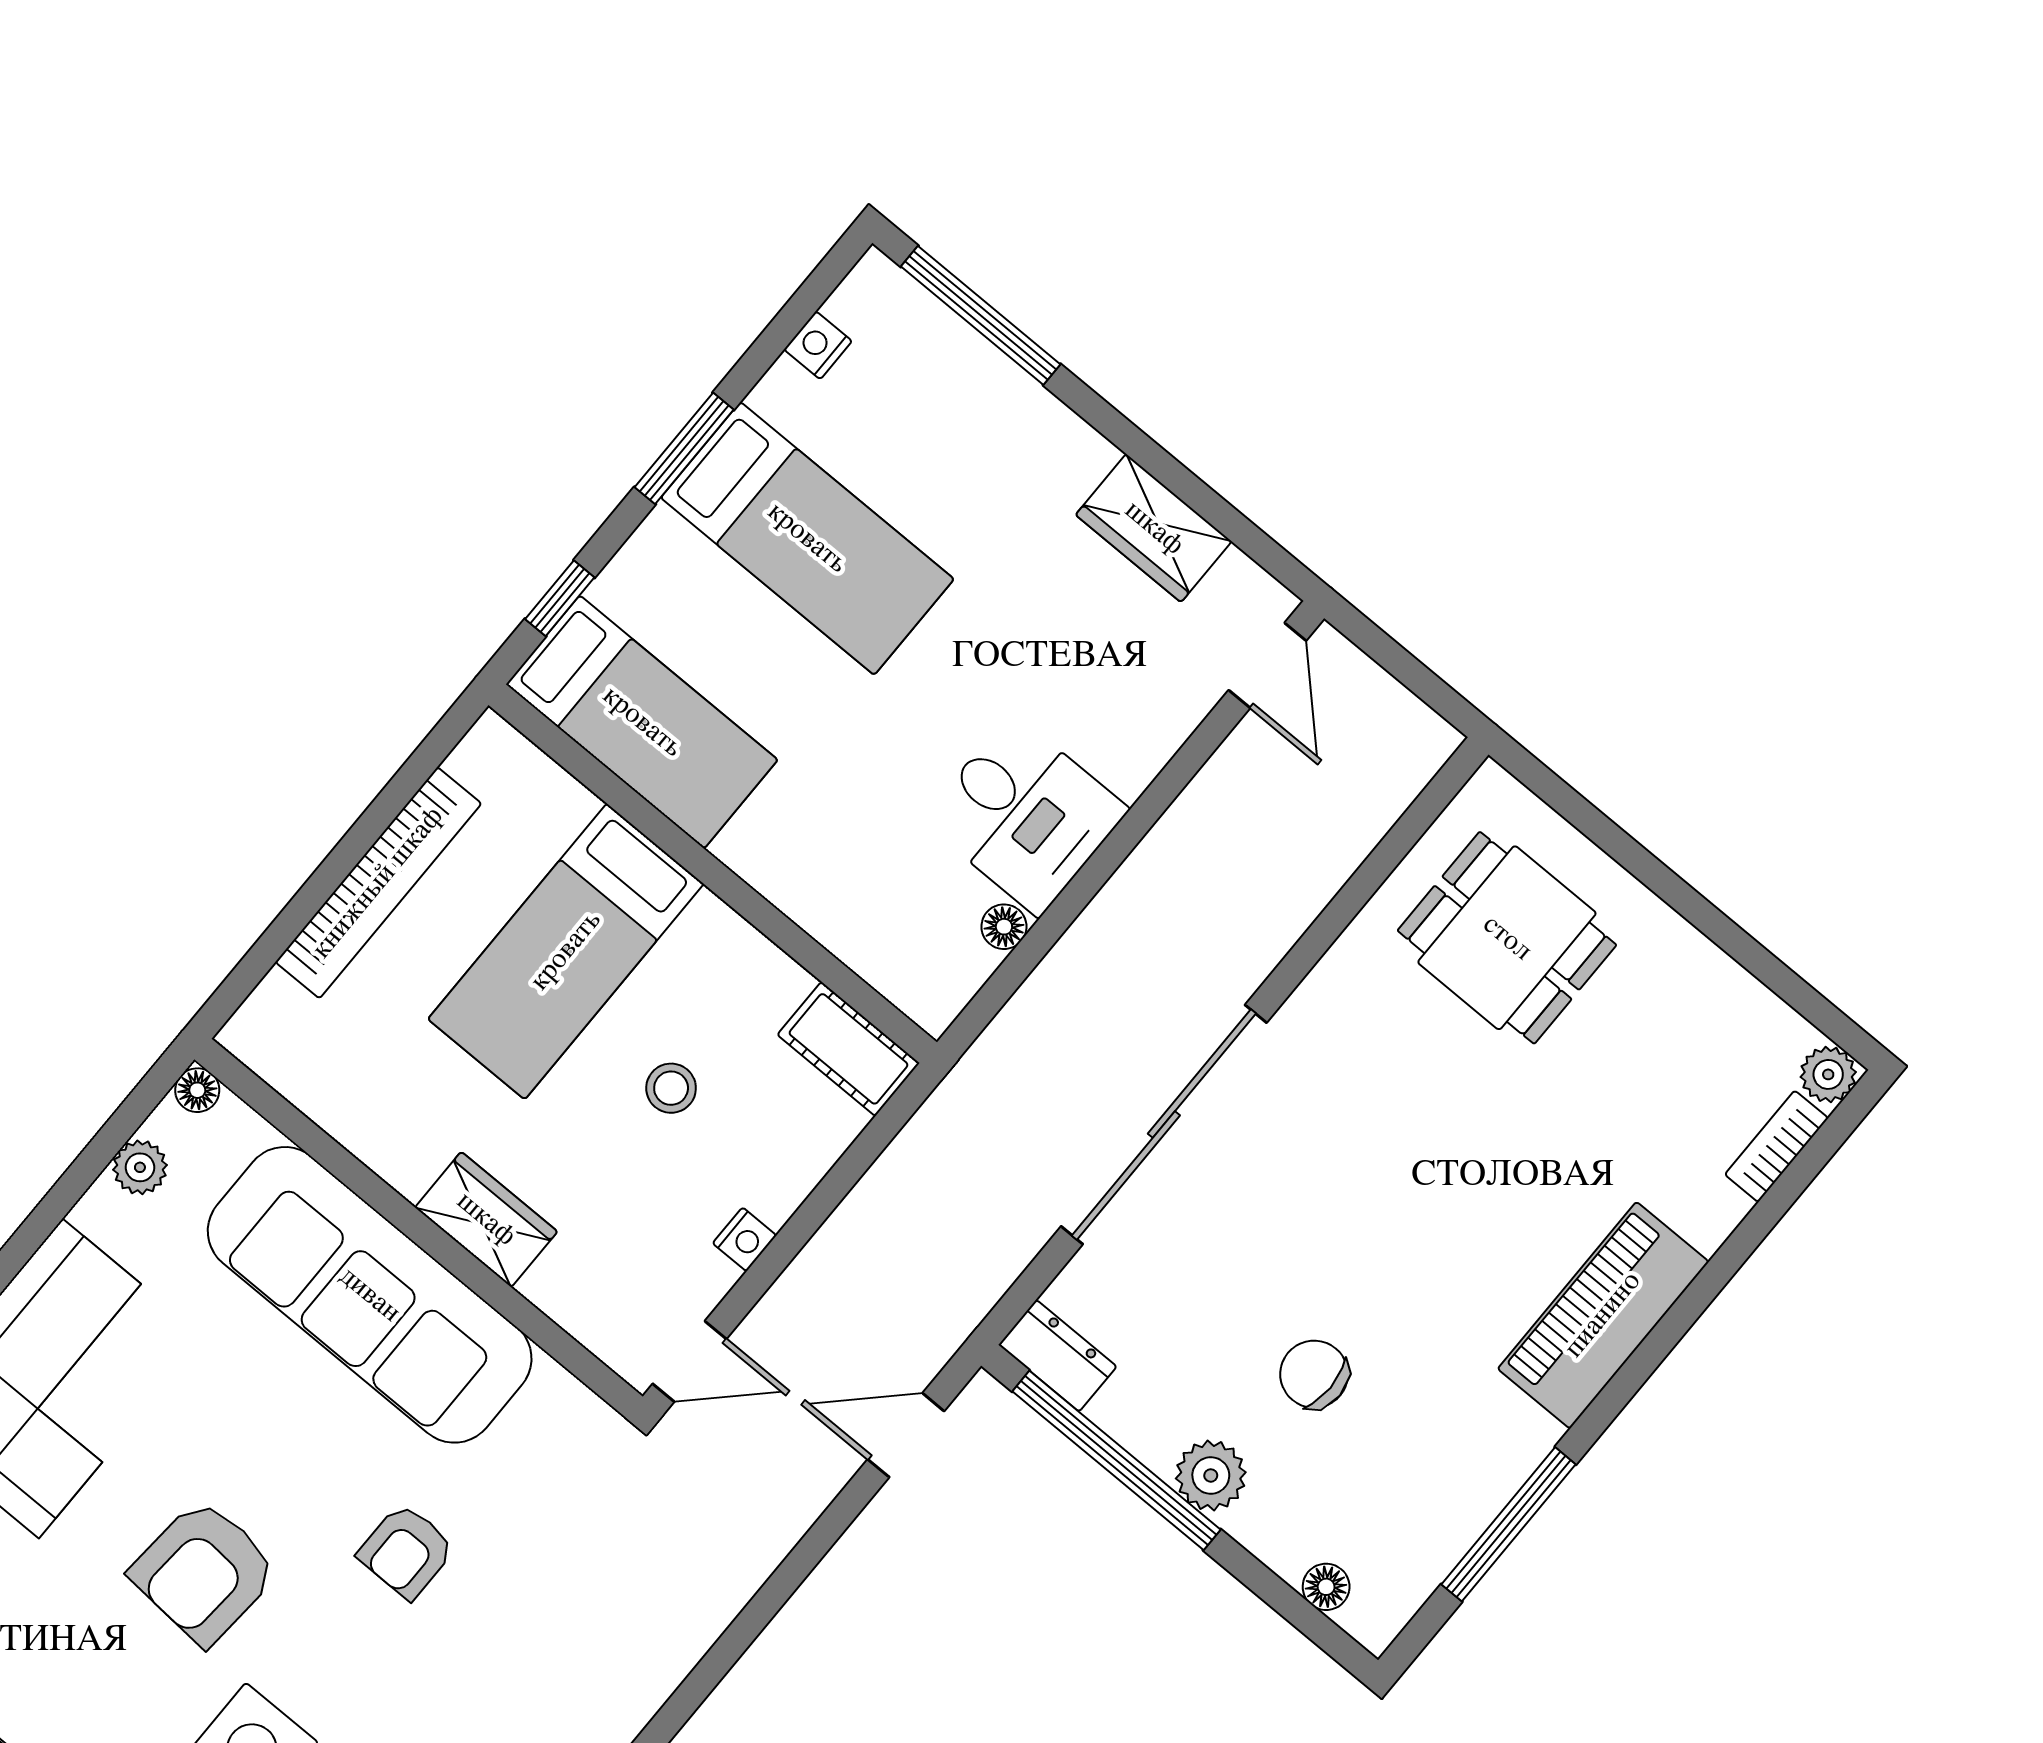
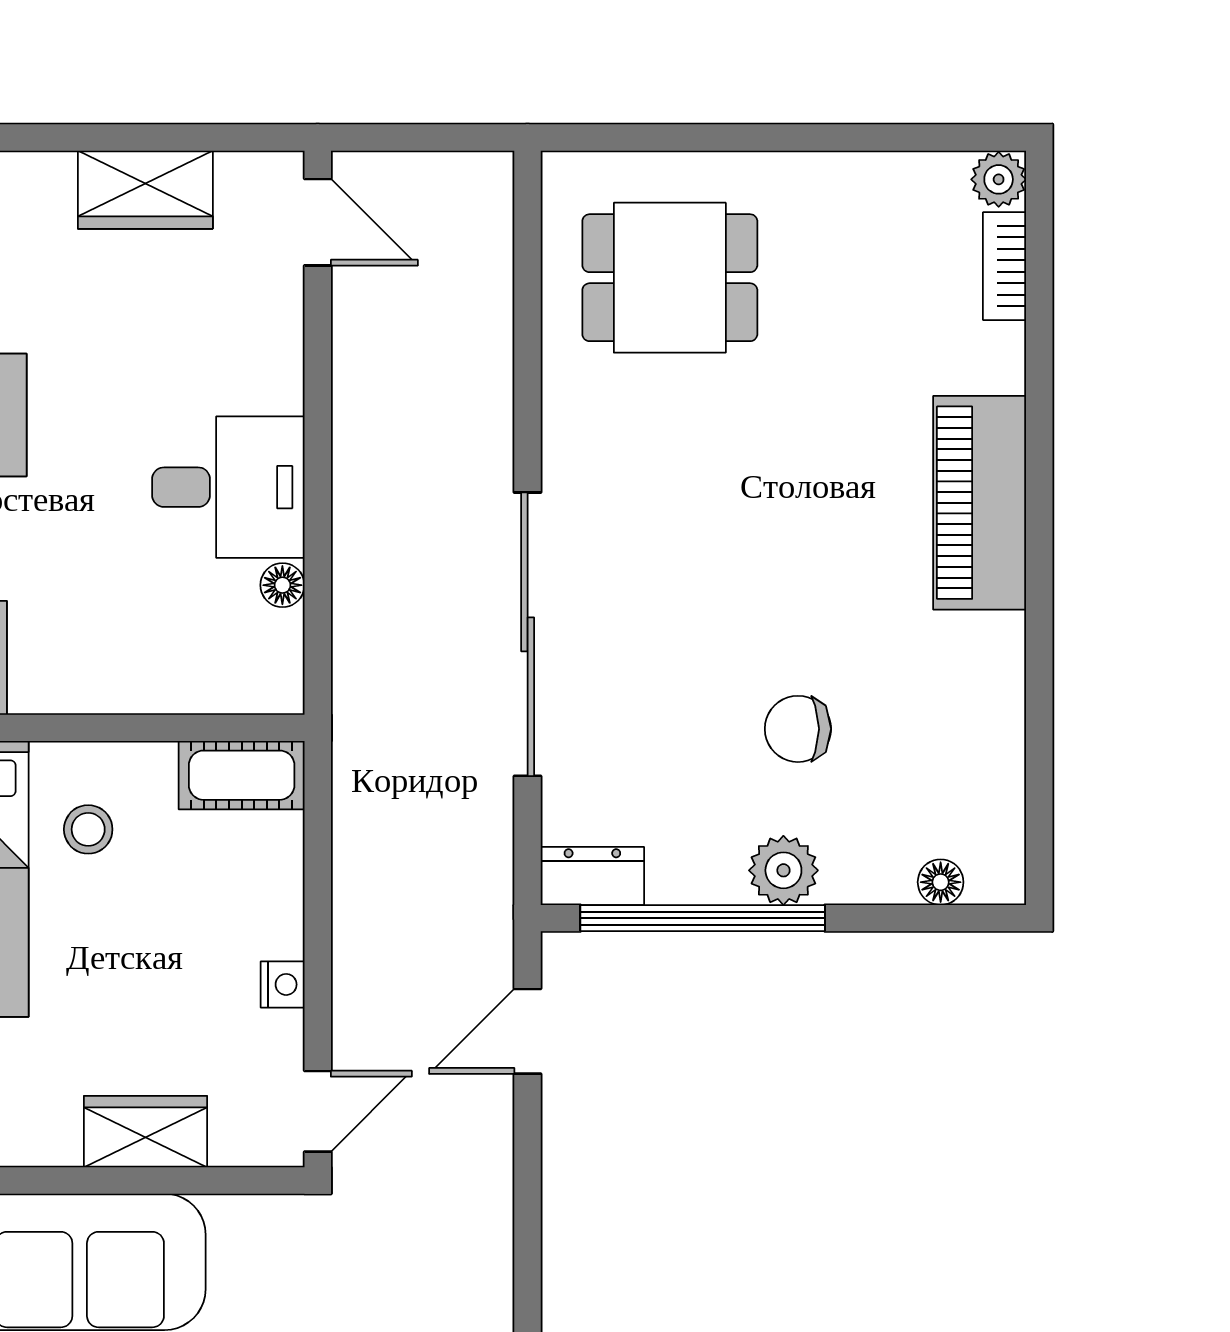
stool: (671, 1088) -> (88, 829), moved
wardrobe: (486, 1219) -> (145, 1132), moved
window: (1508, 1524) -> (1039, 720), removed

